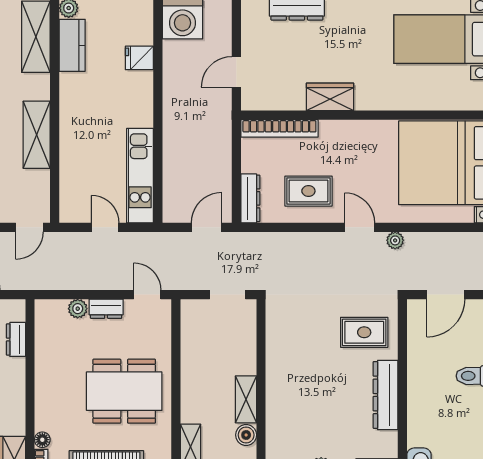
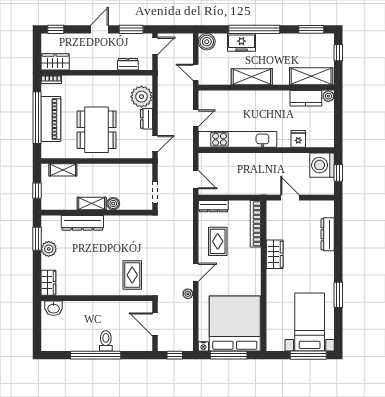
kitchen unit: (140, 176) -> (237, 139), width x1.36
plant: (78, 309) -> (141, 97), width x1.87, depth x1.87
dresser: (385, 395) -> (82, 223), moved, turned 180
boiler: (246, 435) -> (113, 204), moved
floor lamp: (42, 440) -> (67, 80), removed

